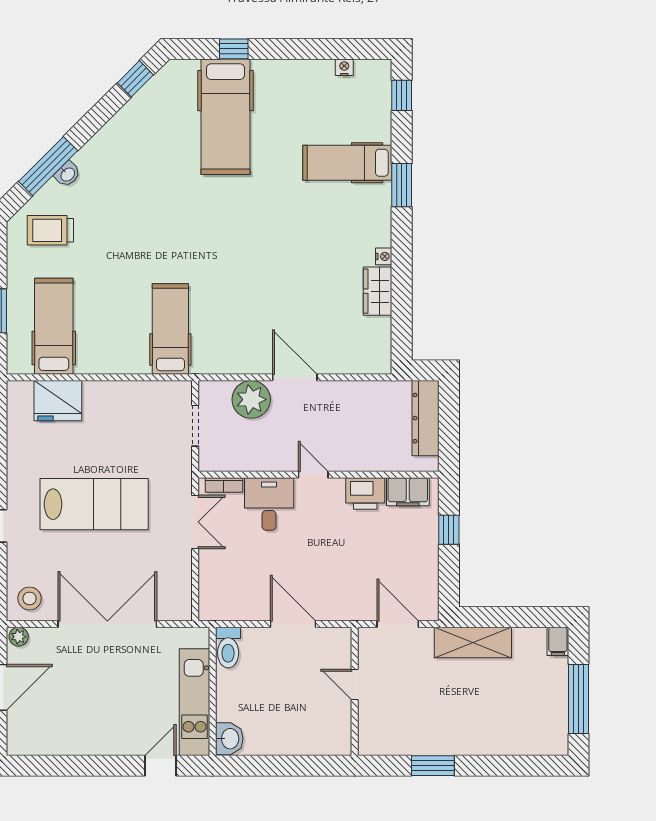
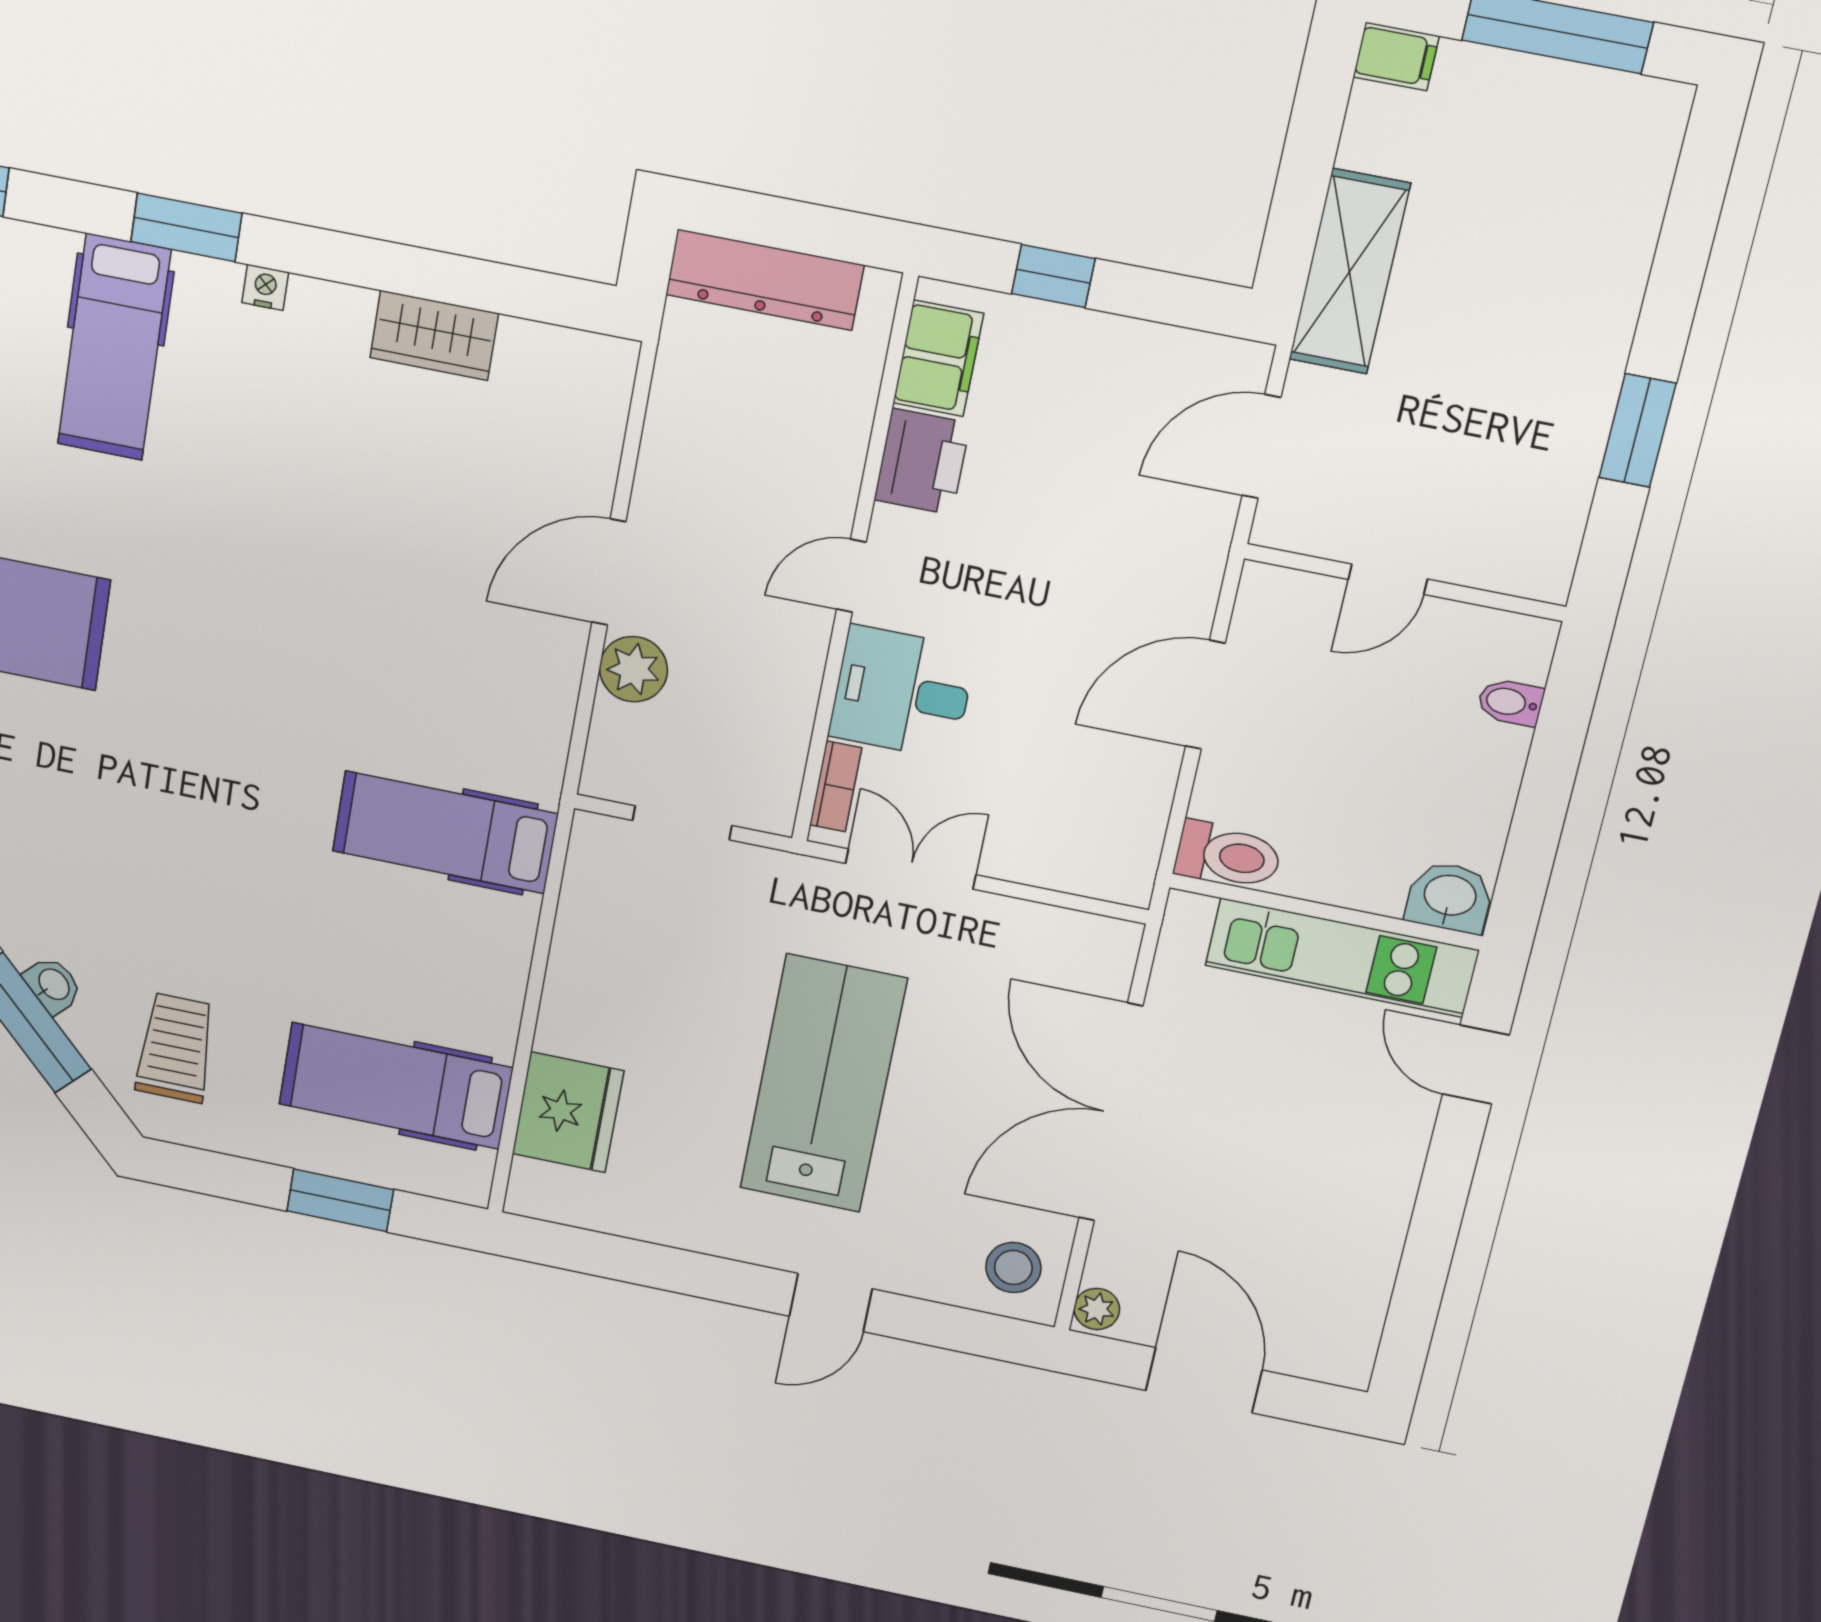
trolley: (50, 230) -> (176, 1048), turned 180
nightstand: (384, 256) -> (265, 287), moved
plant: (251, 399) -> (633, 669), width x0.73, depth x0.73
bidet: (315, 743) -> (1510, 702), added

